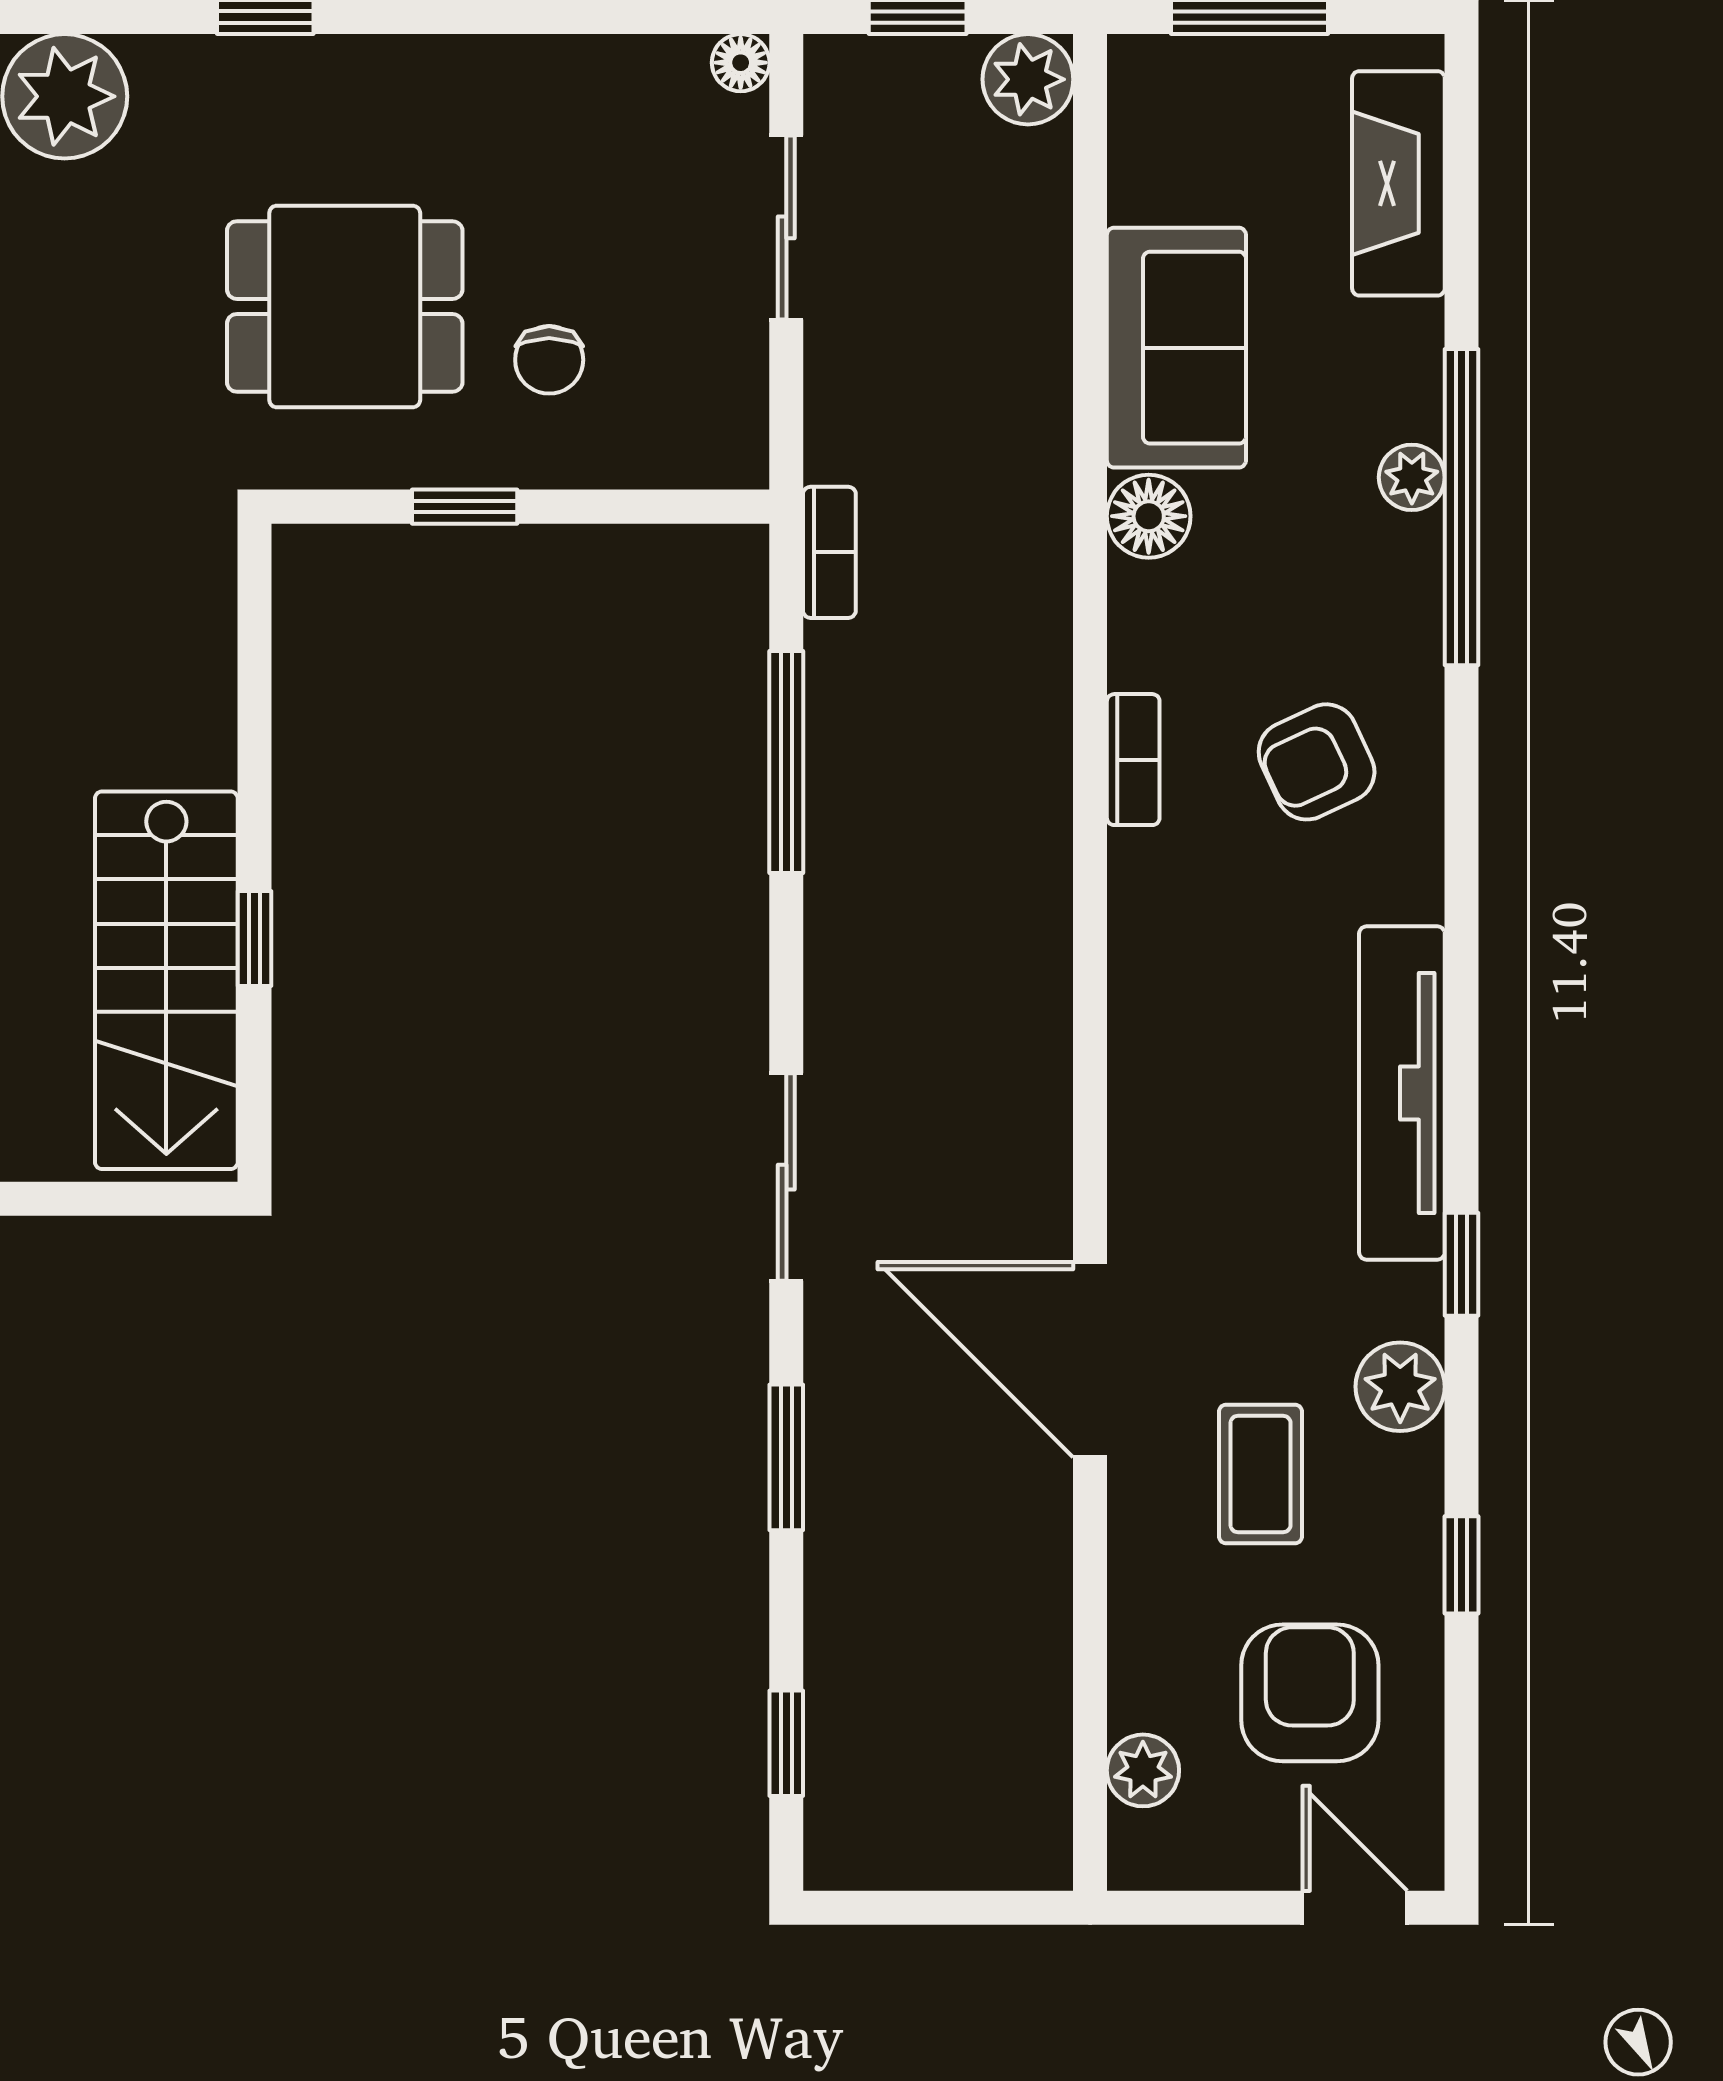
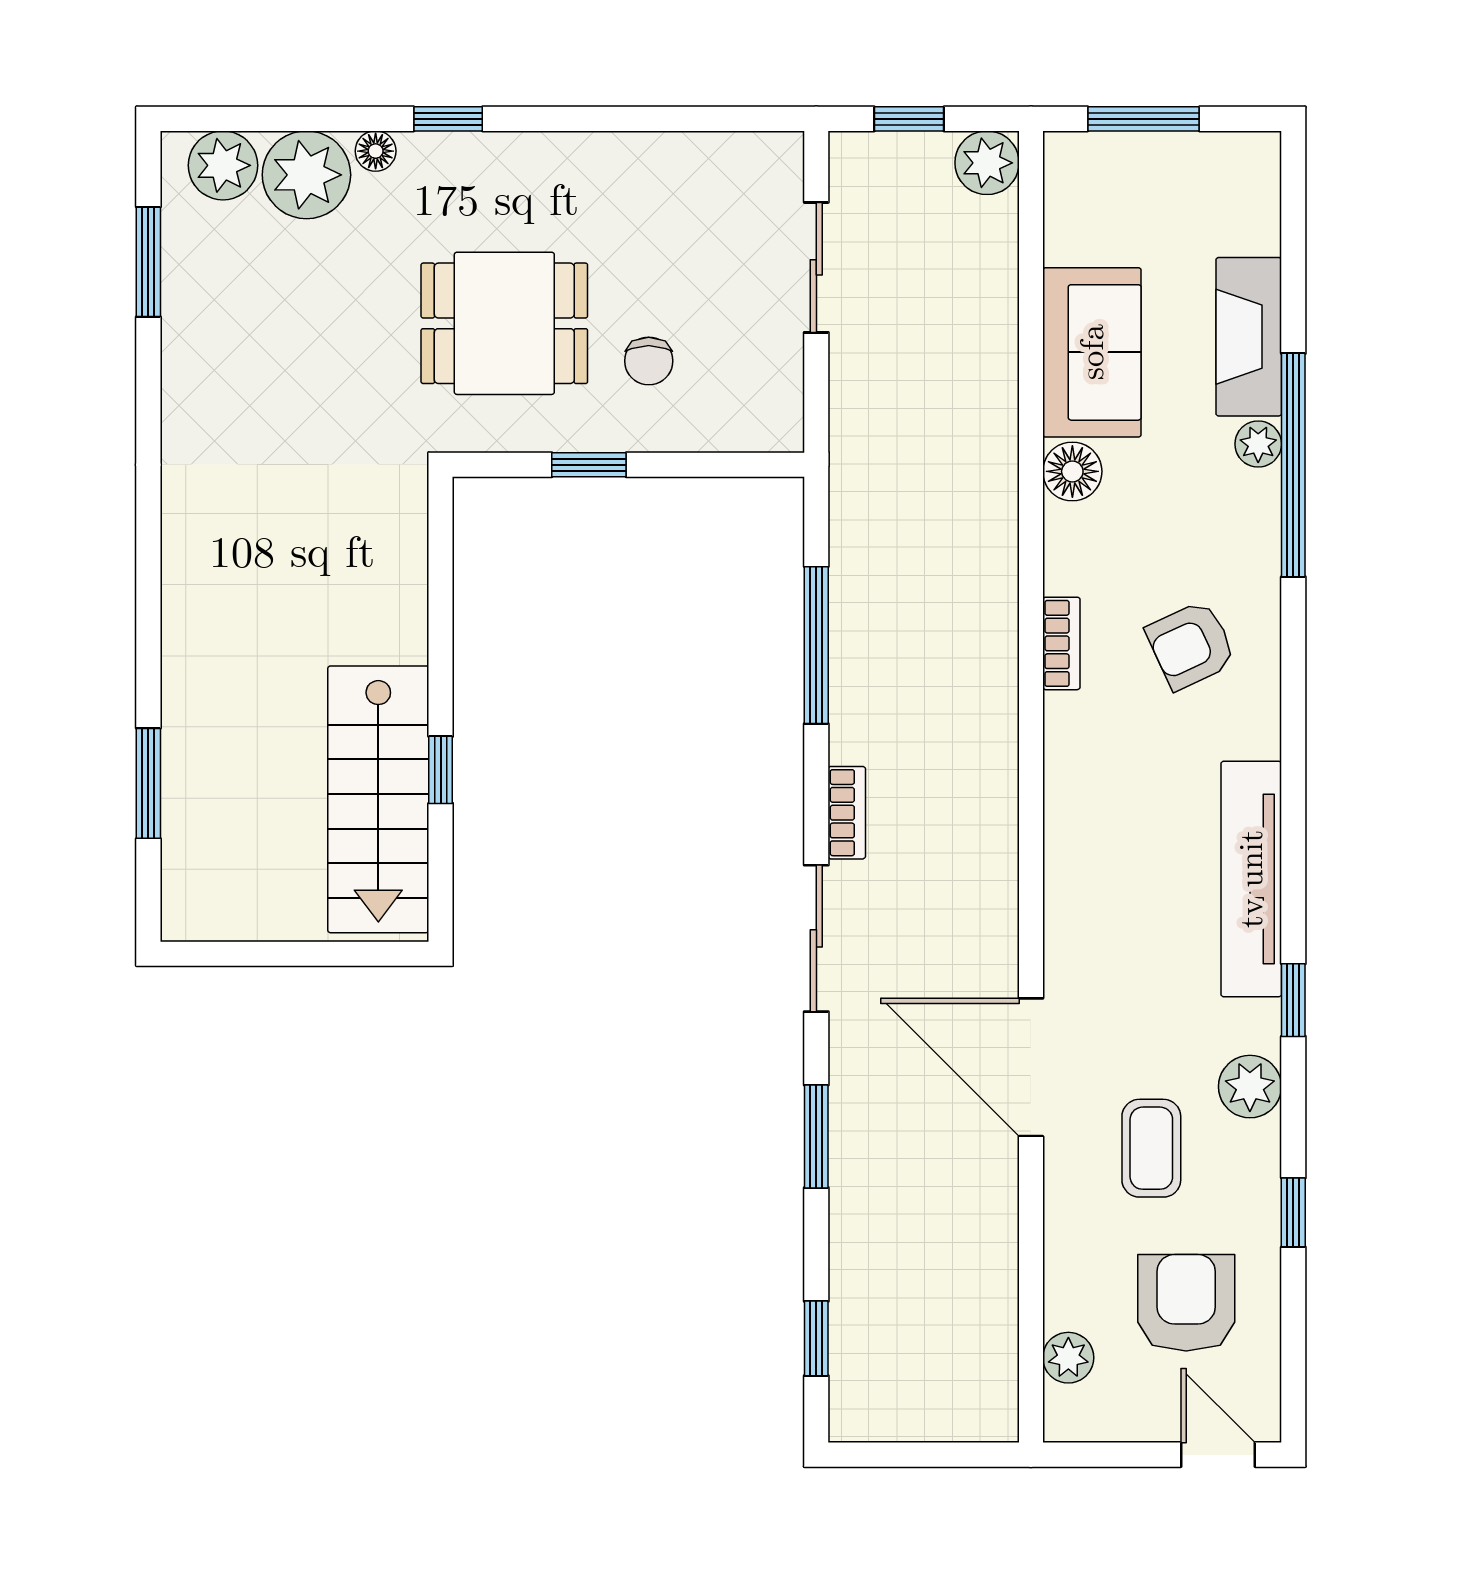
floor lamp: (741, 63) -> (376, 151), moved
fireplace: (1398, 183) -> (1249, 337), moved
bookcase: (829, 552) -> (847, 813), moved

